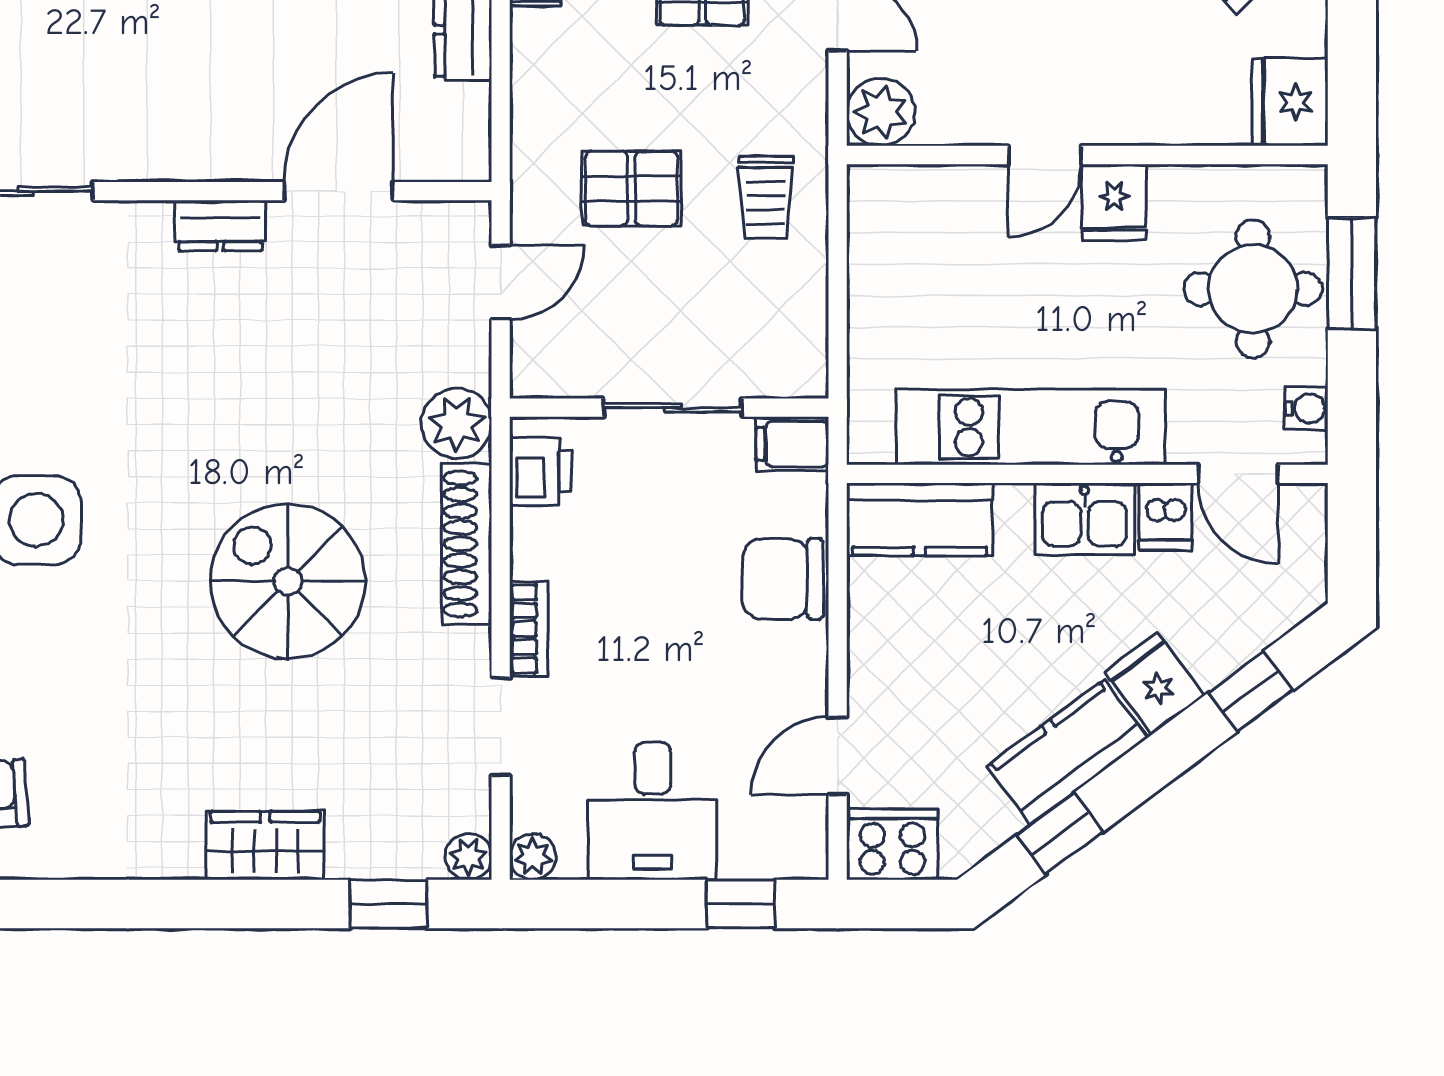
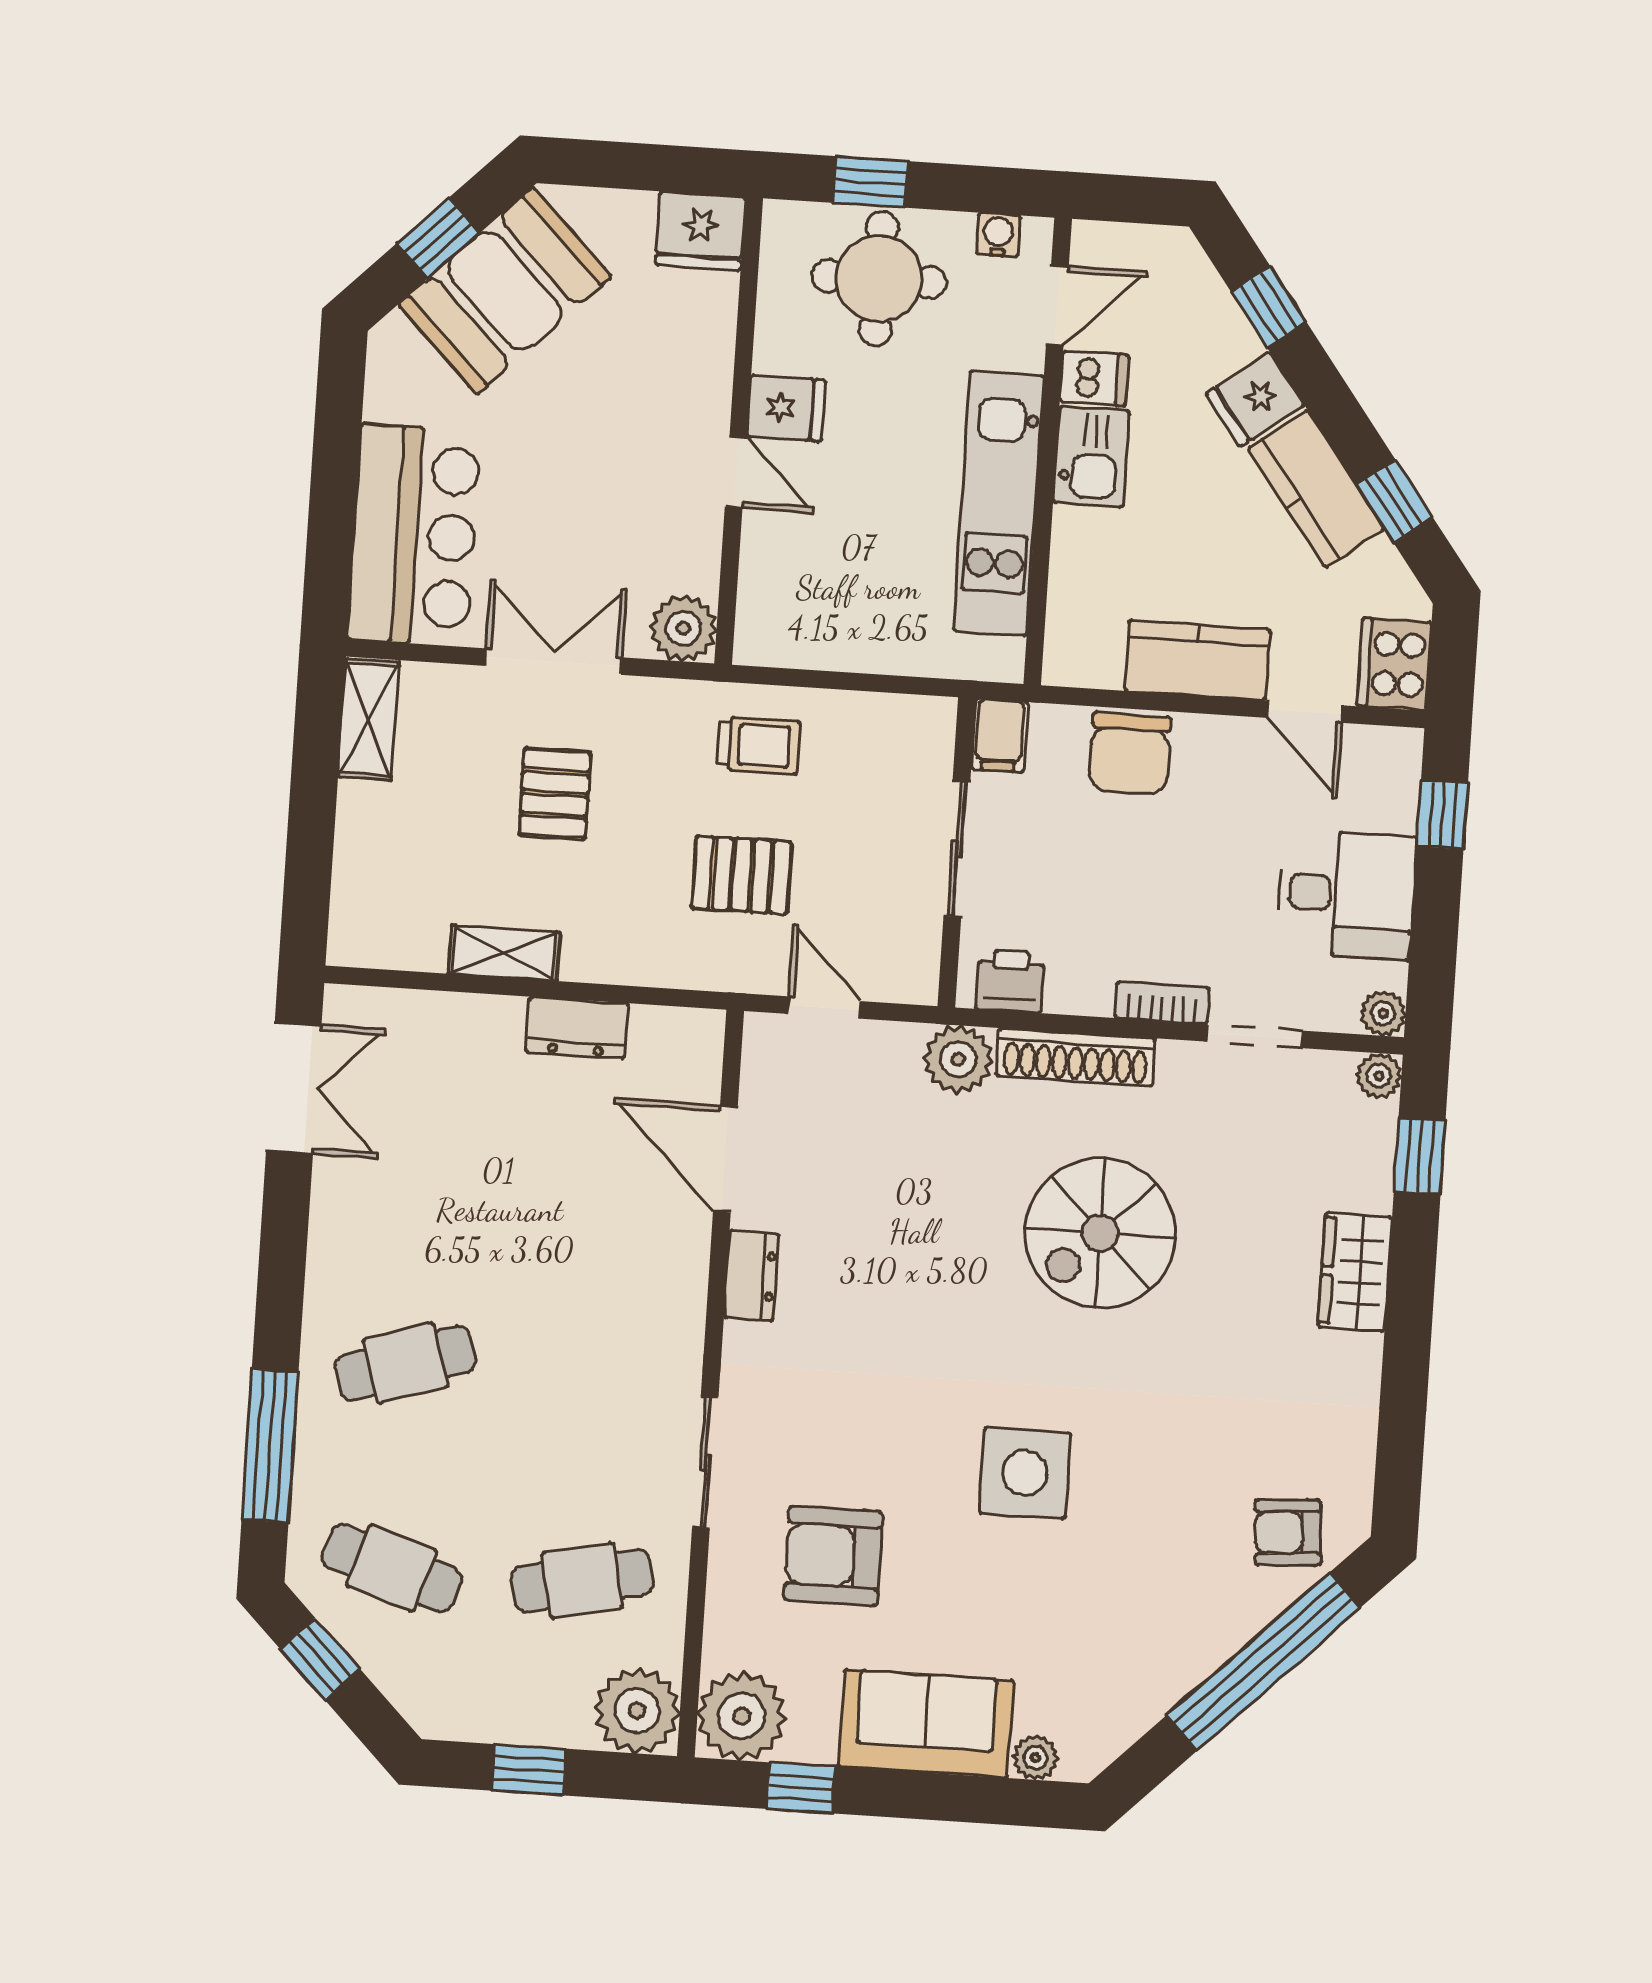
pallet: (631, 188) -> (742, 875), turned 90
window: (1352, 273) -> (870, 182), width x0.67
kitchen counter: (919, 519) -> (1197, 660), moved, turned -90

